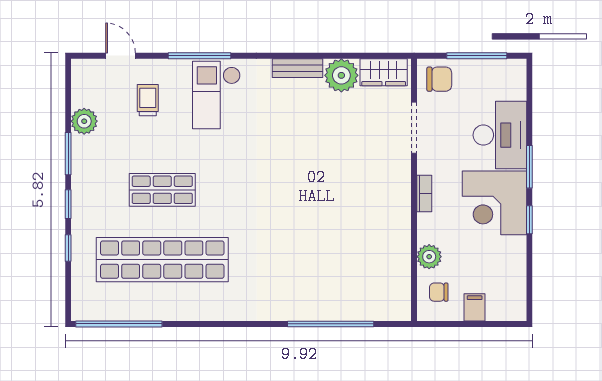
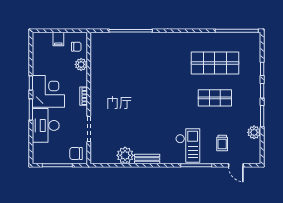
wardrobe: (384, 72) -> (104, 157), removed
shop shelf: (162, 260) -> (215, 63), width x0.71

